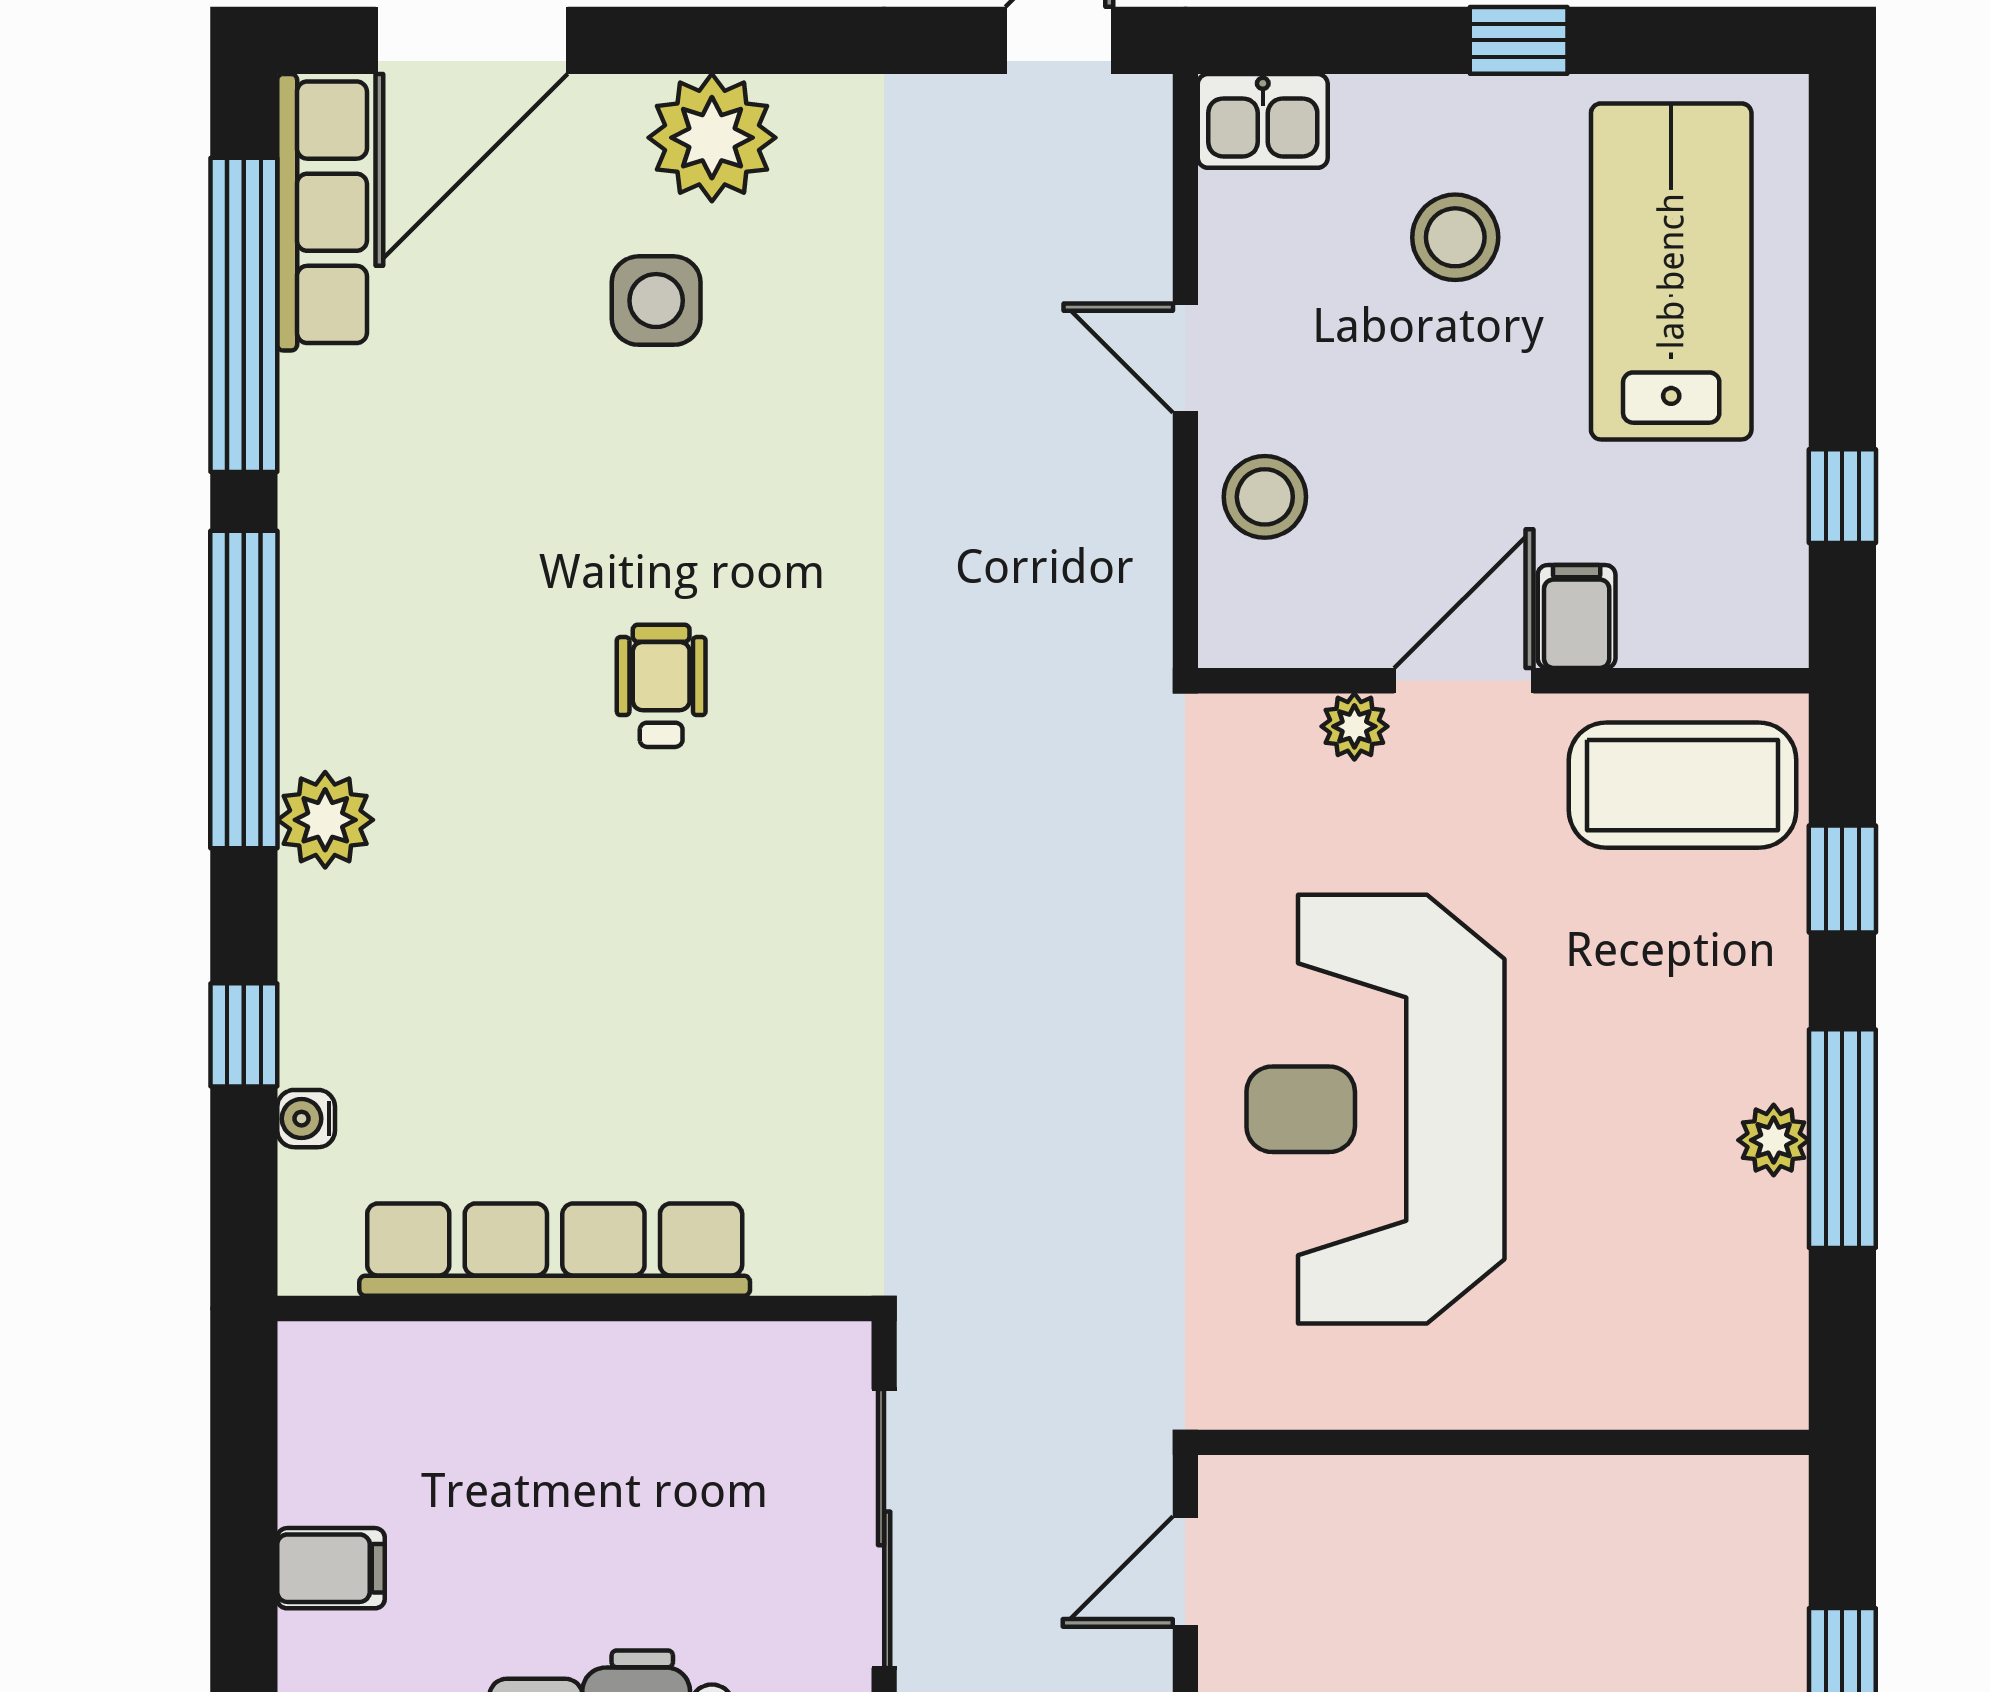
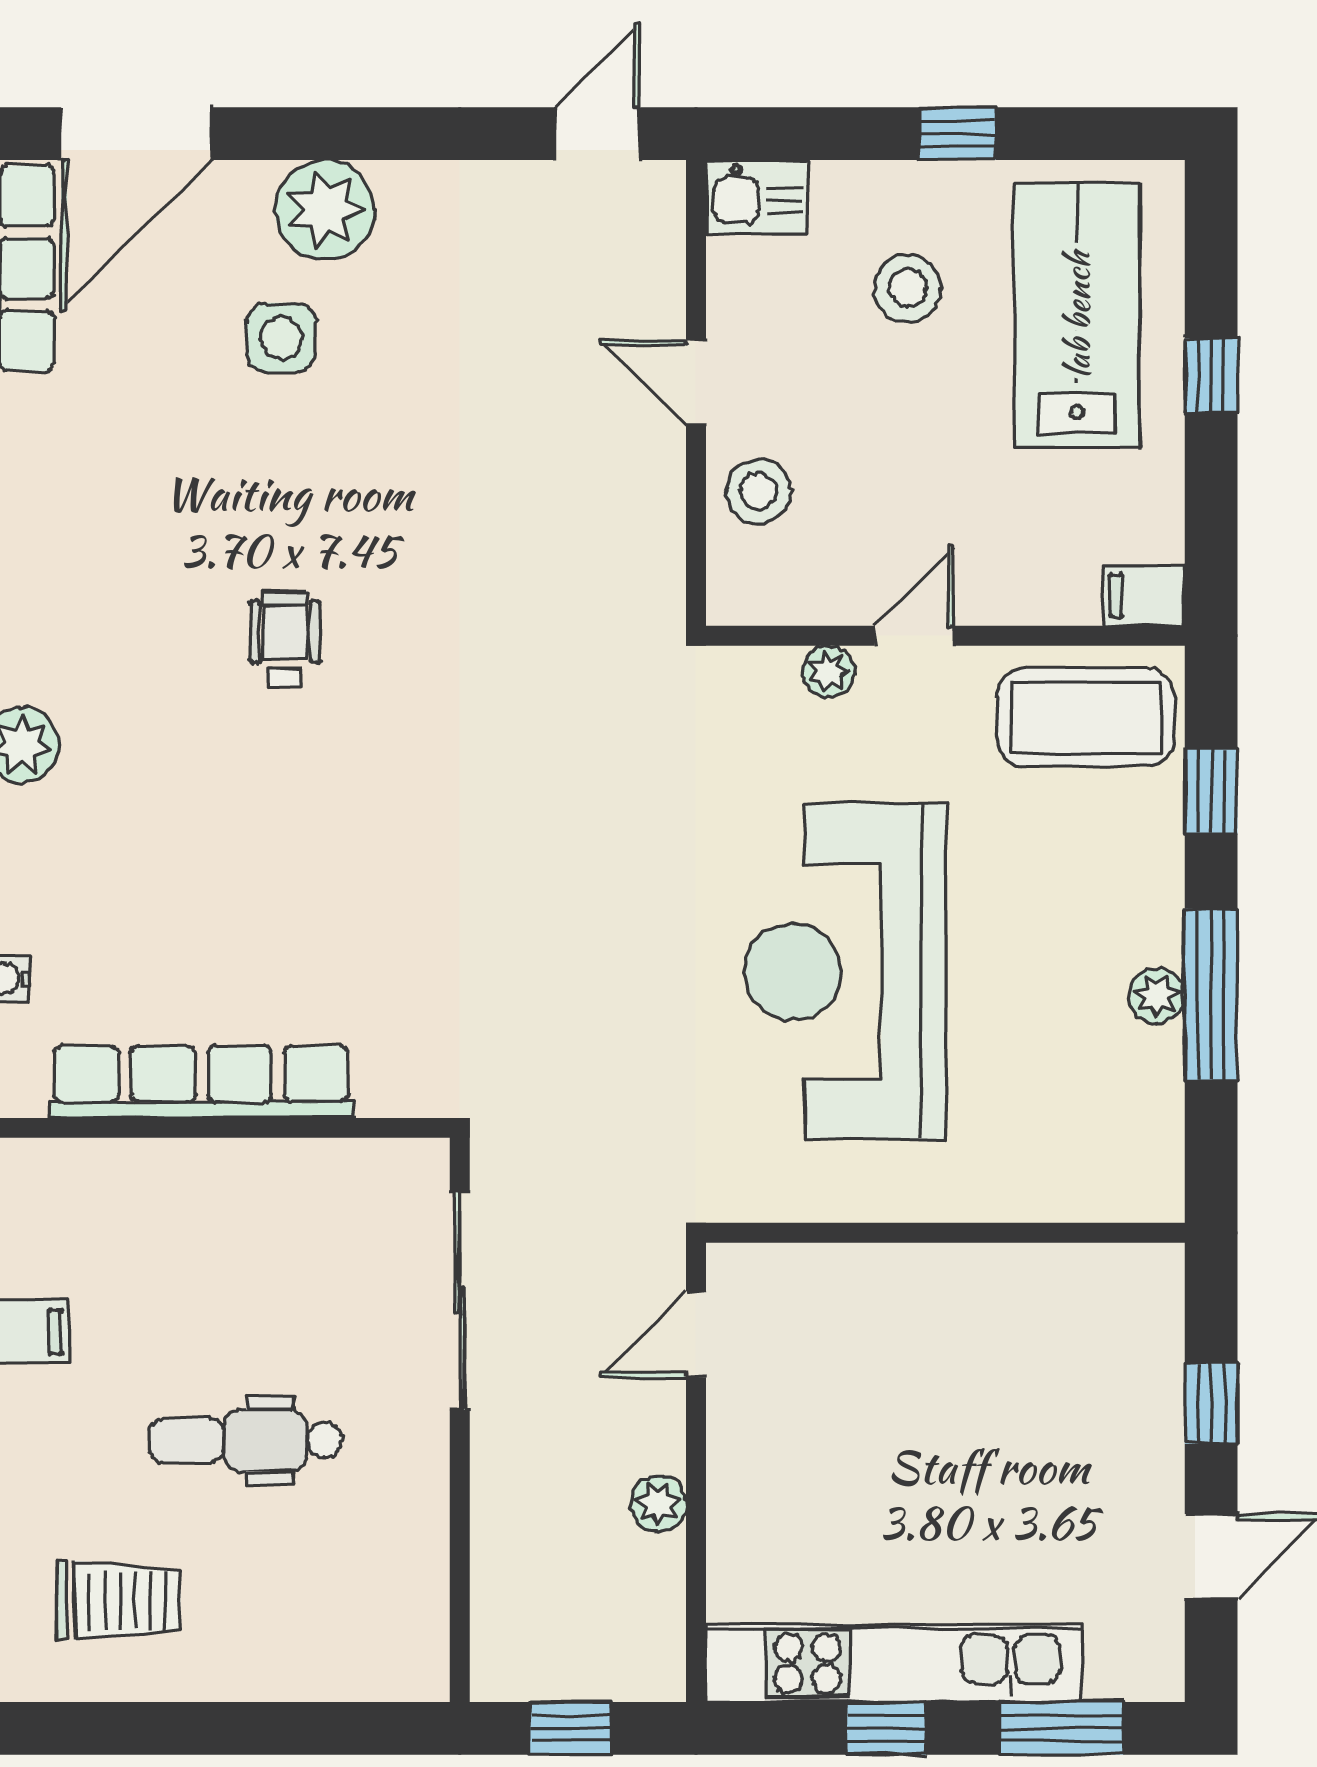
window: (1842, 496) -> (1211, 375), moved
filing cabinet: (1577, 617) -> (1144, 595), moved, turned -90
door: (1464, 681) -> (914, 636), width x0.73

